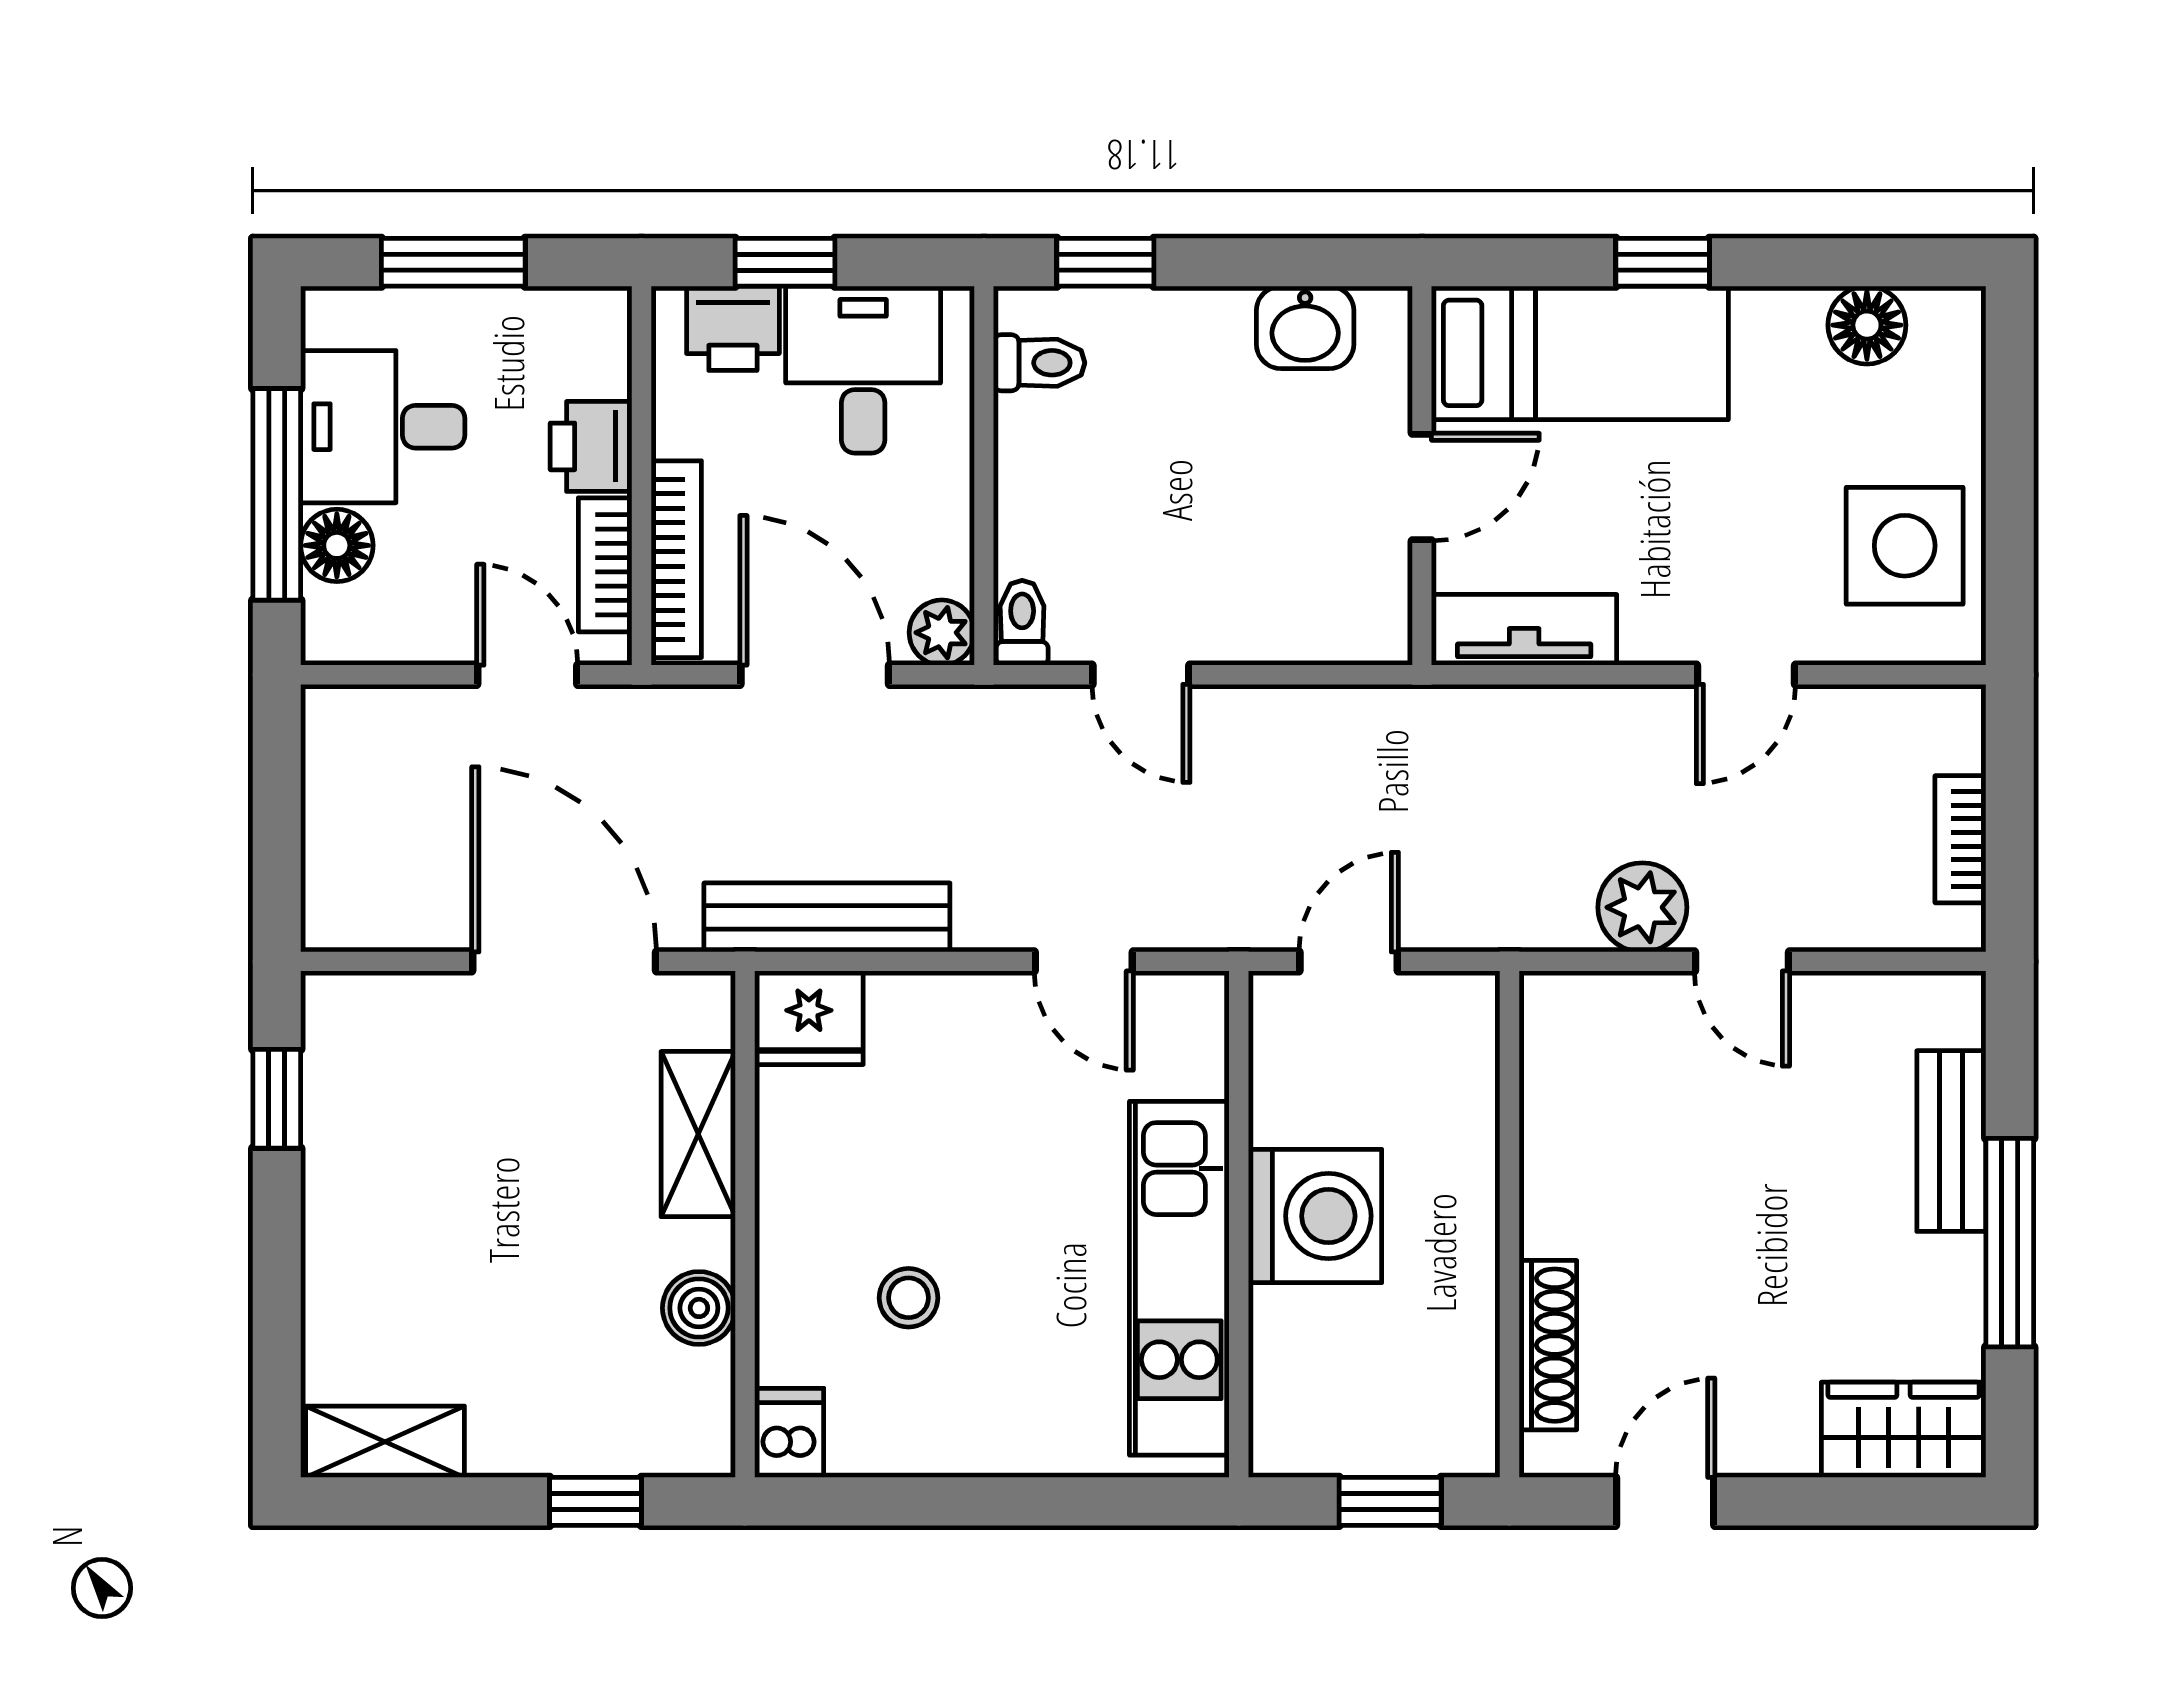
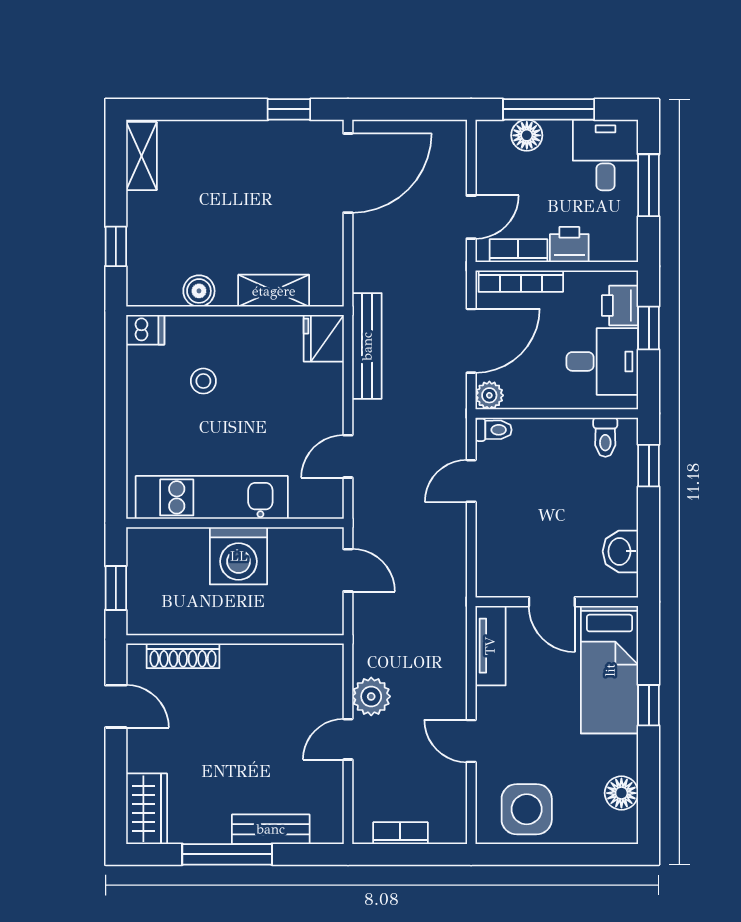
desk: (383, 427) -> (606, 155), moved
door: (564, 961) -> (348, 173), moved

